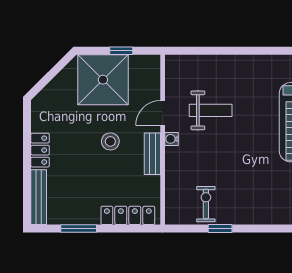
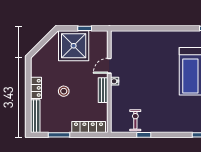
weight bench: (211, 110) -> (138, 64), removed
stool: (110, 141) -> (64, 91), moved

